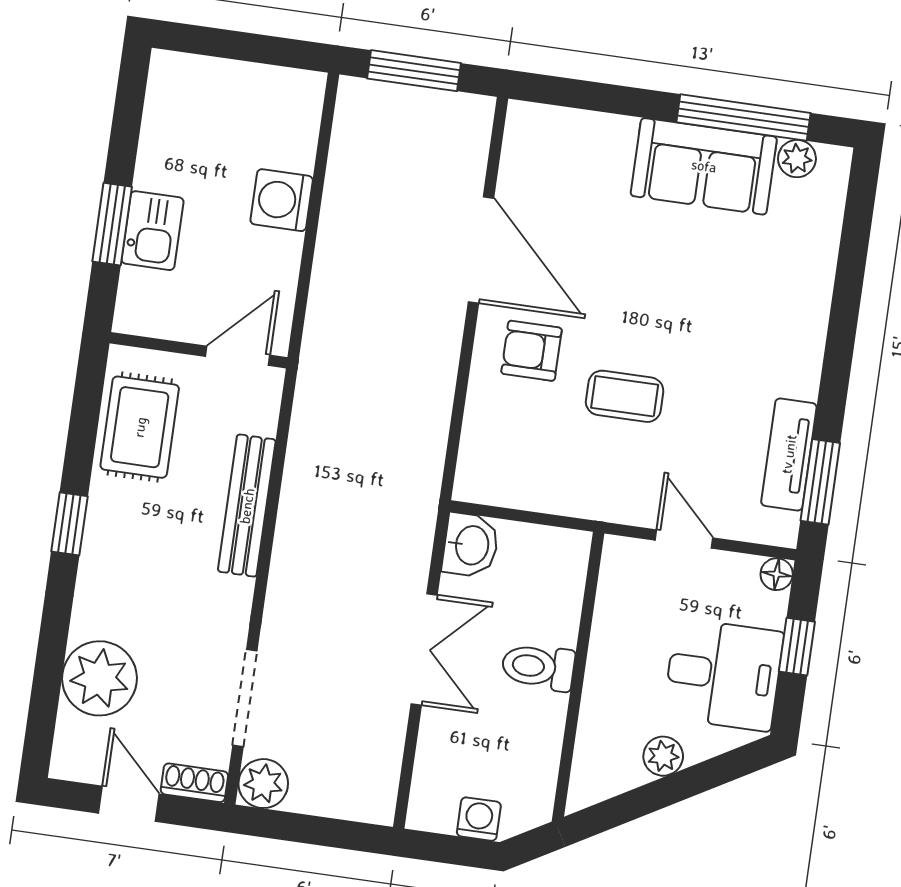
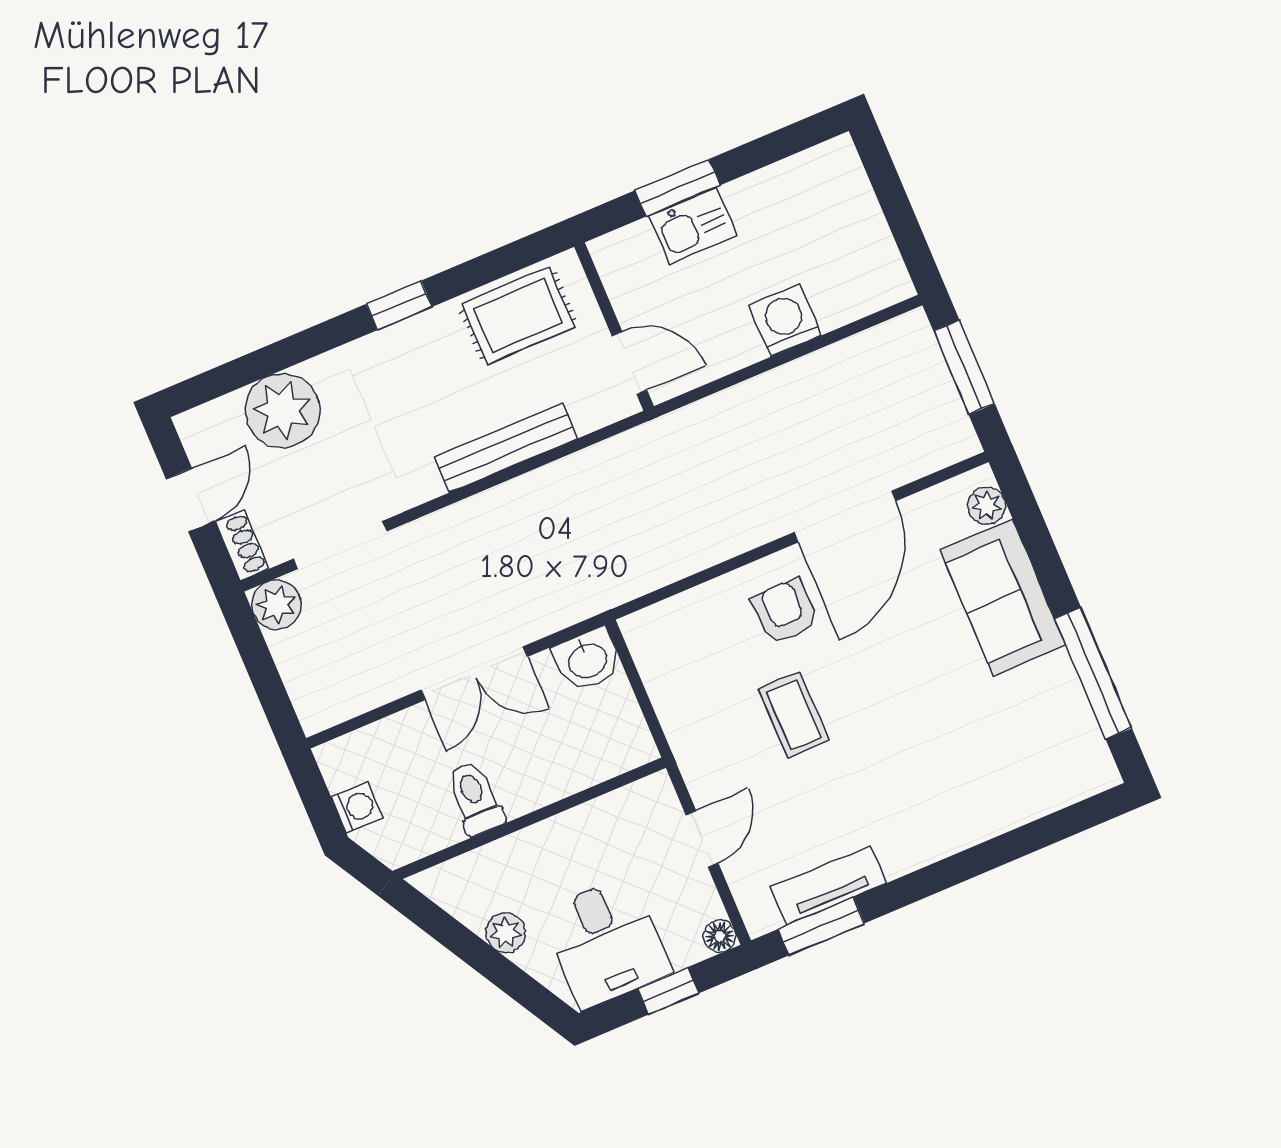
plant: (797, 159) -> (987, 506), moved
sofa: (704, 166) -> (1003, 598), moved
toilet: (538, 667) -> (475, 798), moved

